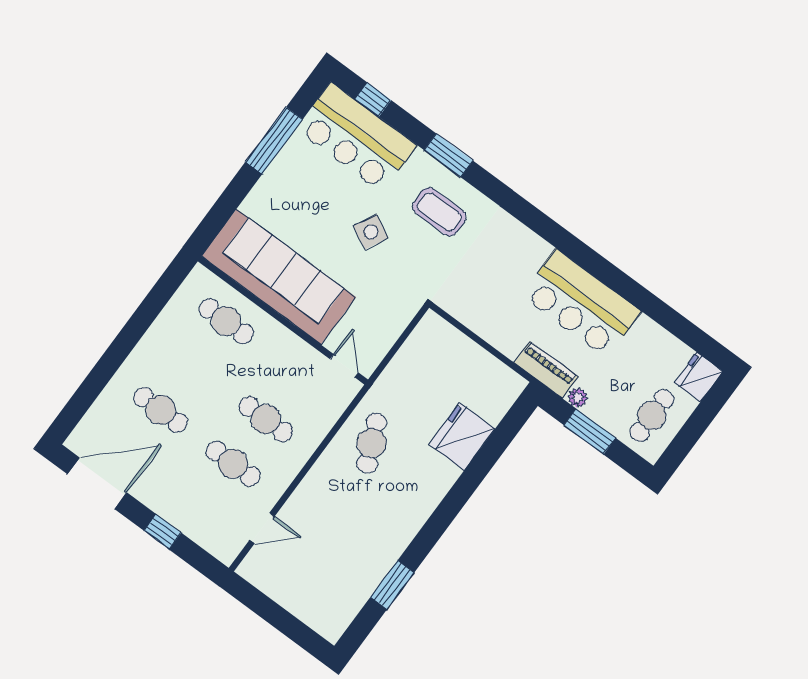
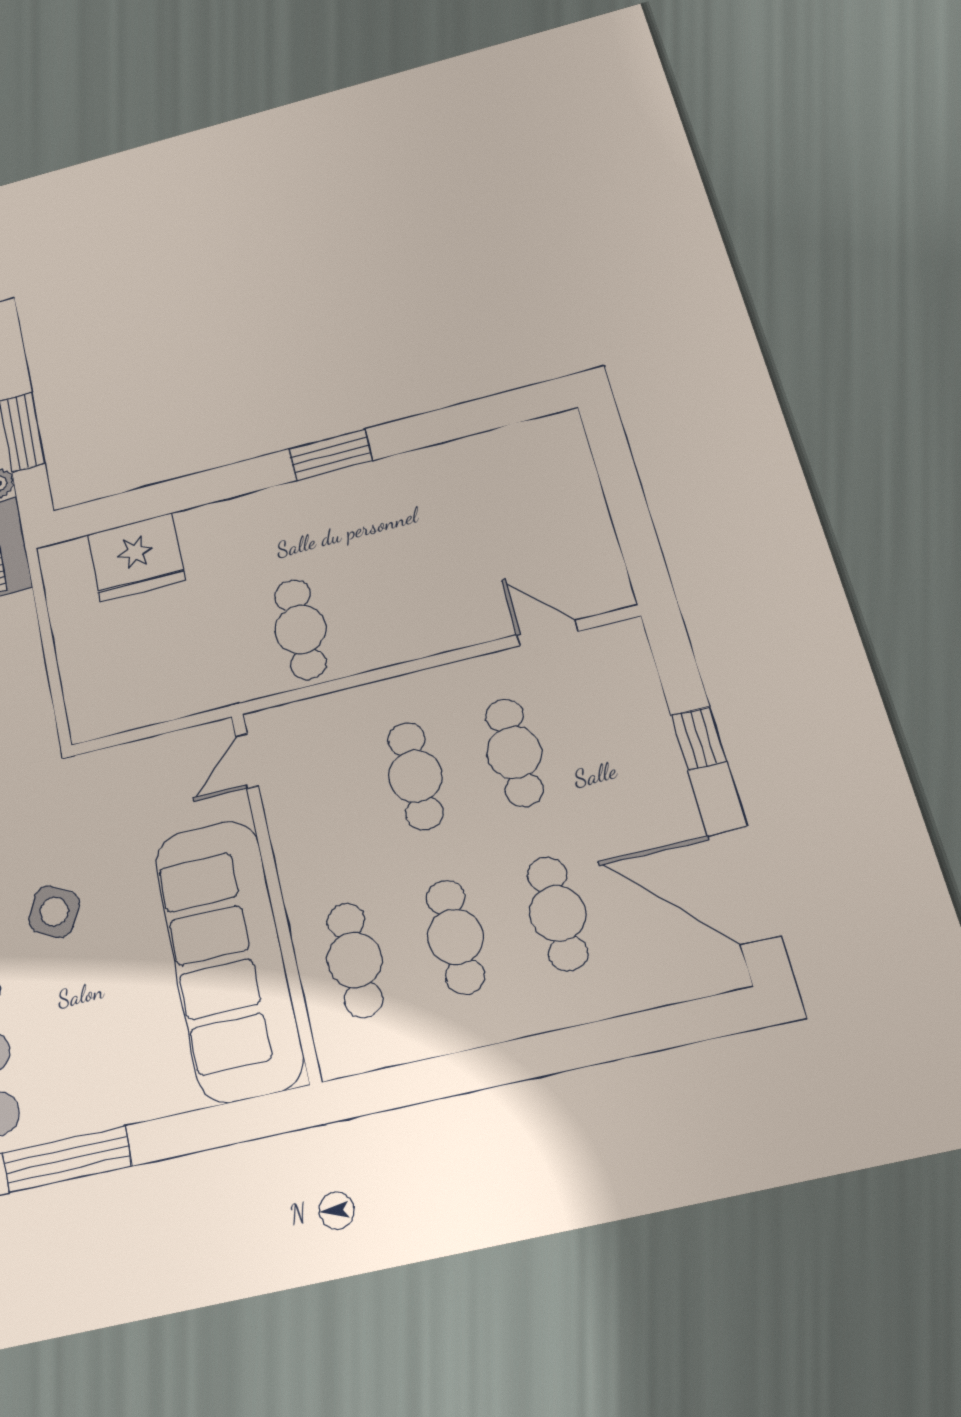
cafe table: (193, 366) -> (455, 937), added
fridge: (462, 437) -> (136, 557), moved
cafe table: (372, 443) -> (300, 629), turned -66
window: (392, 585) -> (330, 455), moved

